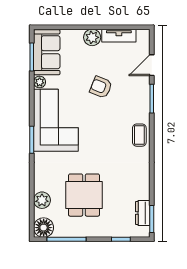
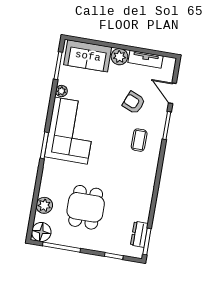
sofa: (47, 52) -> (88, 56), moved, turned 90
door: (152, 65) -> (172, 93), hinge flipped
armchair: (101, 87) -> (134, 103), moved
coffee table: (139, 135) -> (139, 140), moved

